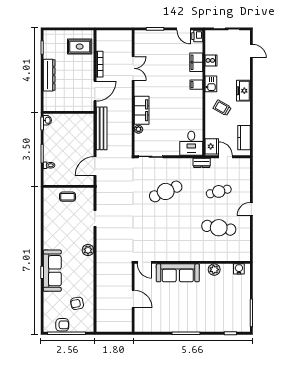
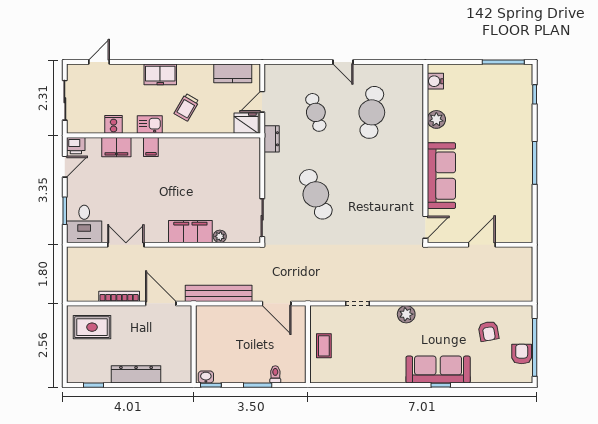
rug: (80, 47) -> (92, 327), turned 90
desk: (191, 143) -> (84, 224), moved, turned 90

